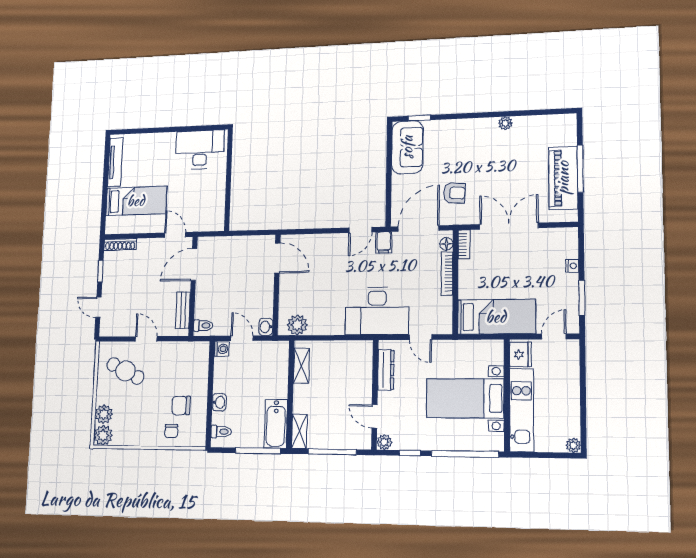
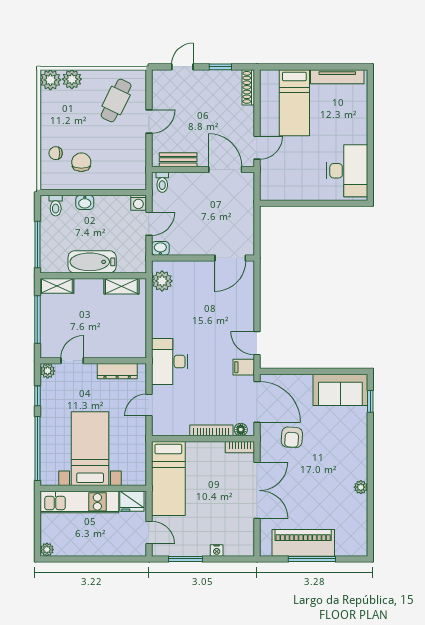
desk: (377, 311) -> (170, 362), width x0.73, depth x0.77
bathtub: (276, 424) -> (92, 262), moved

